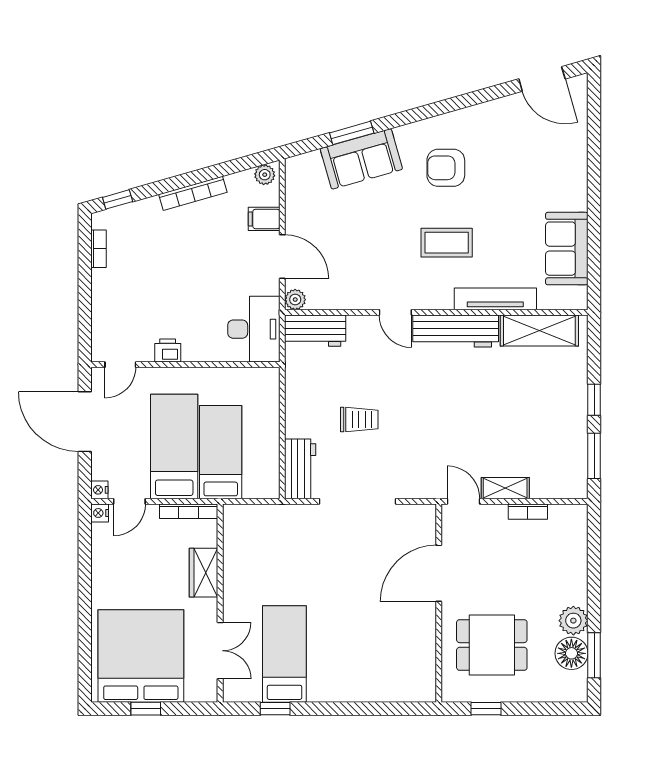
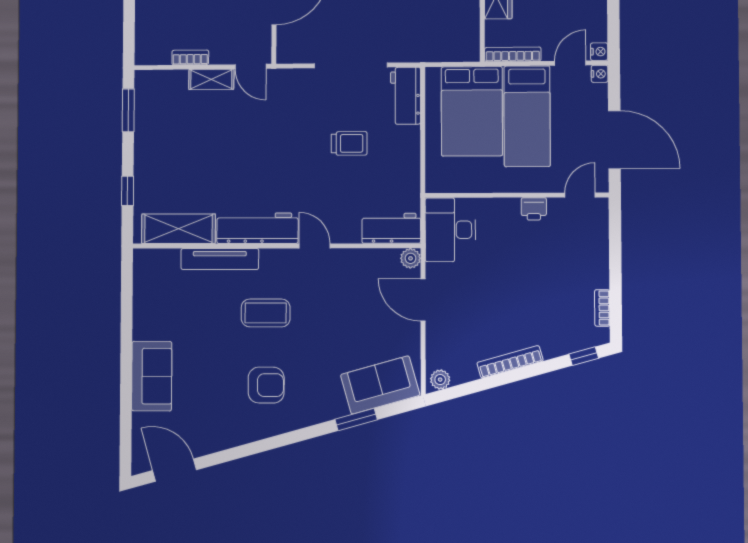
sofa: (361, 159) -> (380, 385), moved
filing cabinet: (264, 219) -> (441, 336), removed
sofa: (567, 249) -> (152, 376), moved
window: (594, 400) -> (128, 191), moved
trolley: (359, 419) -> (349, 143), turned 180
bed: (221, 452) -> (472, 111), width x1.50

